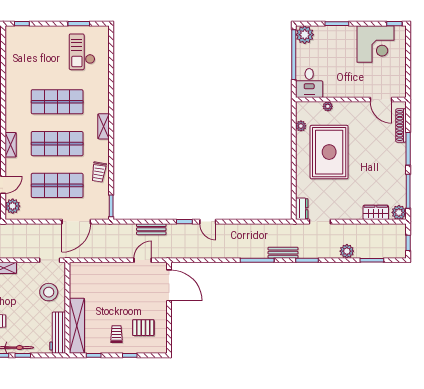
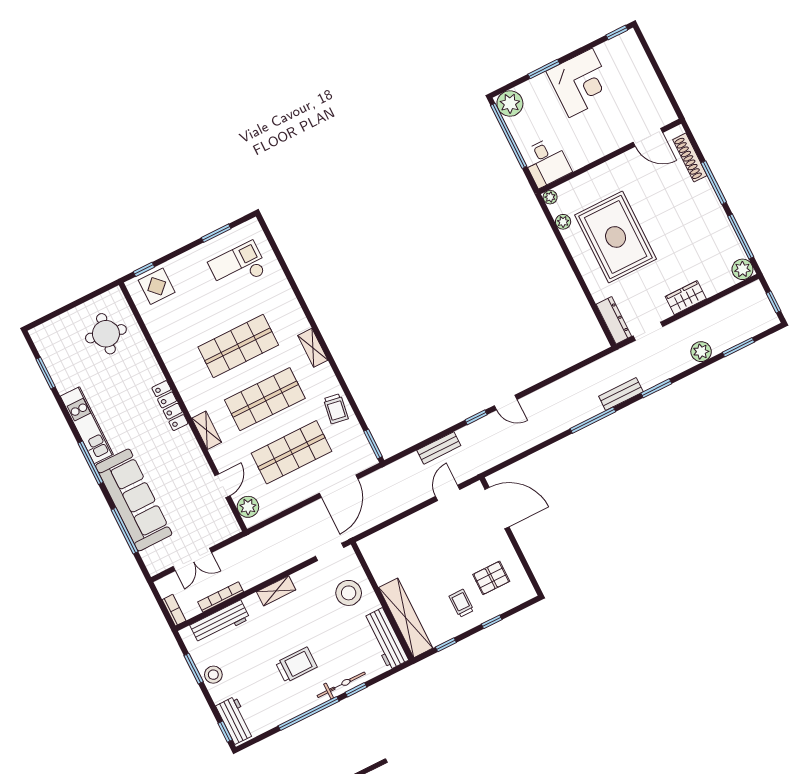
display table: (25, 38) -> (157, 286), added
corner desk: (375, 44) -> (581, 83), moved
checkout: (82, 52) -> (238, 267), turned 90
plant: (328, 106) -> (550, 197), moved
dresser: (302, 209) -> (614, 320), width x1.44
wardrobe: (376, 212) -> (686, 298), moved

